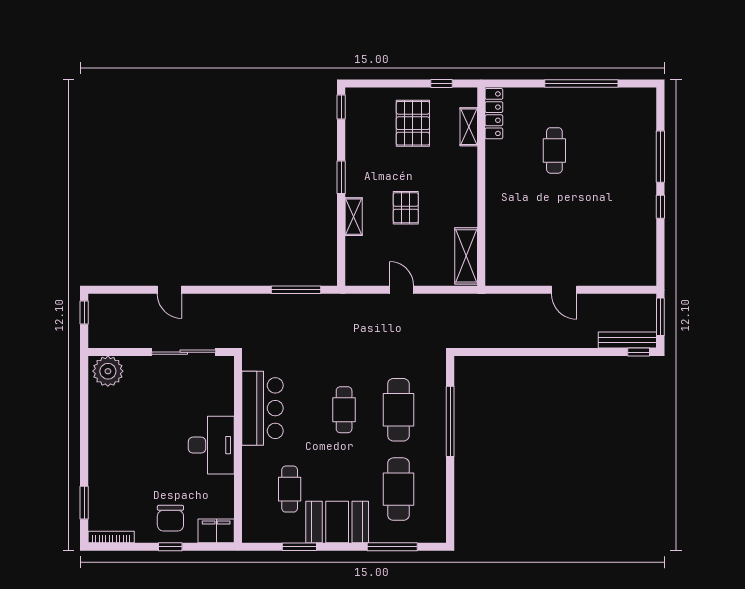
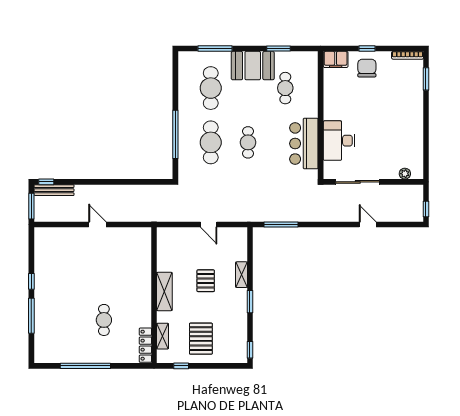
shelving: (466, 256) -> (164, 291), moved
plant: (108, 371) -> (405, 174), width x0.53, depth x0.53
desk: (211, 445) -> (339, 141), moved

